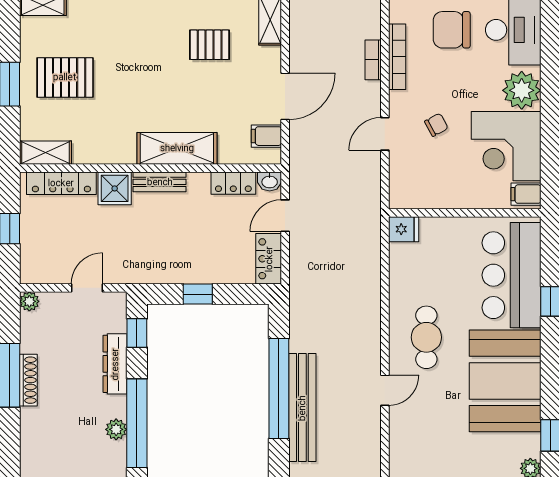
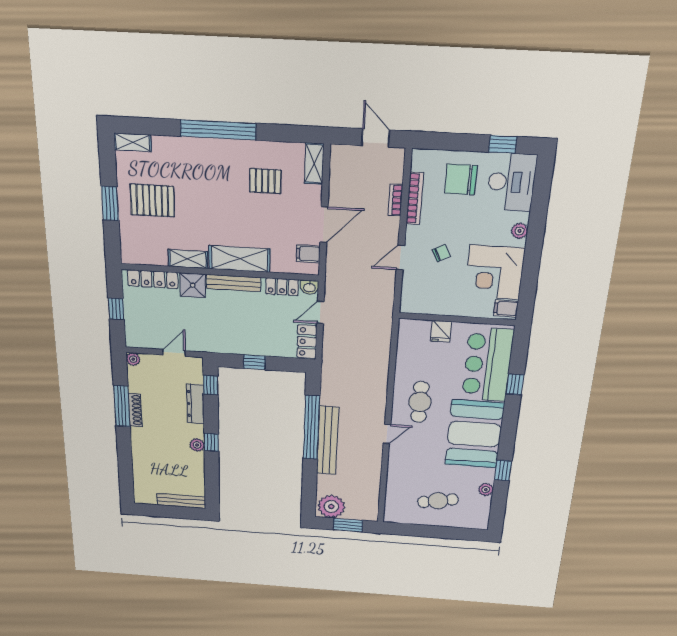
plant: (522, 90) -> (520, 231), width x0.53, depth x0.53
shelving: (45, 153) -> (188, 259), moved
bench: (160, 182) -> (233, 283), width x1.36
fridge: (404, 229) -> (441, 331), moved, turned 90
window: (137, 423) -> (211, 442), width x0.32

